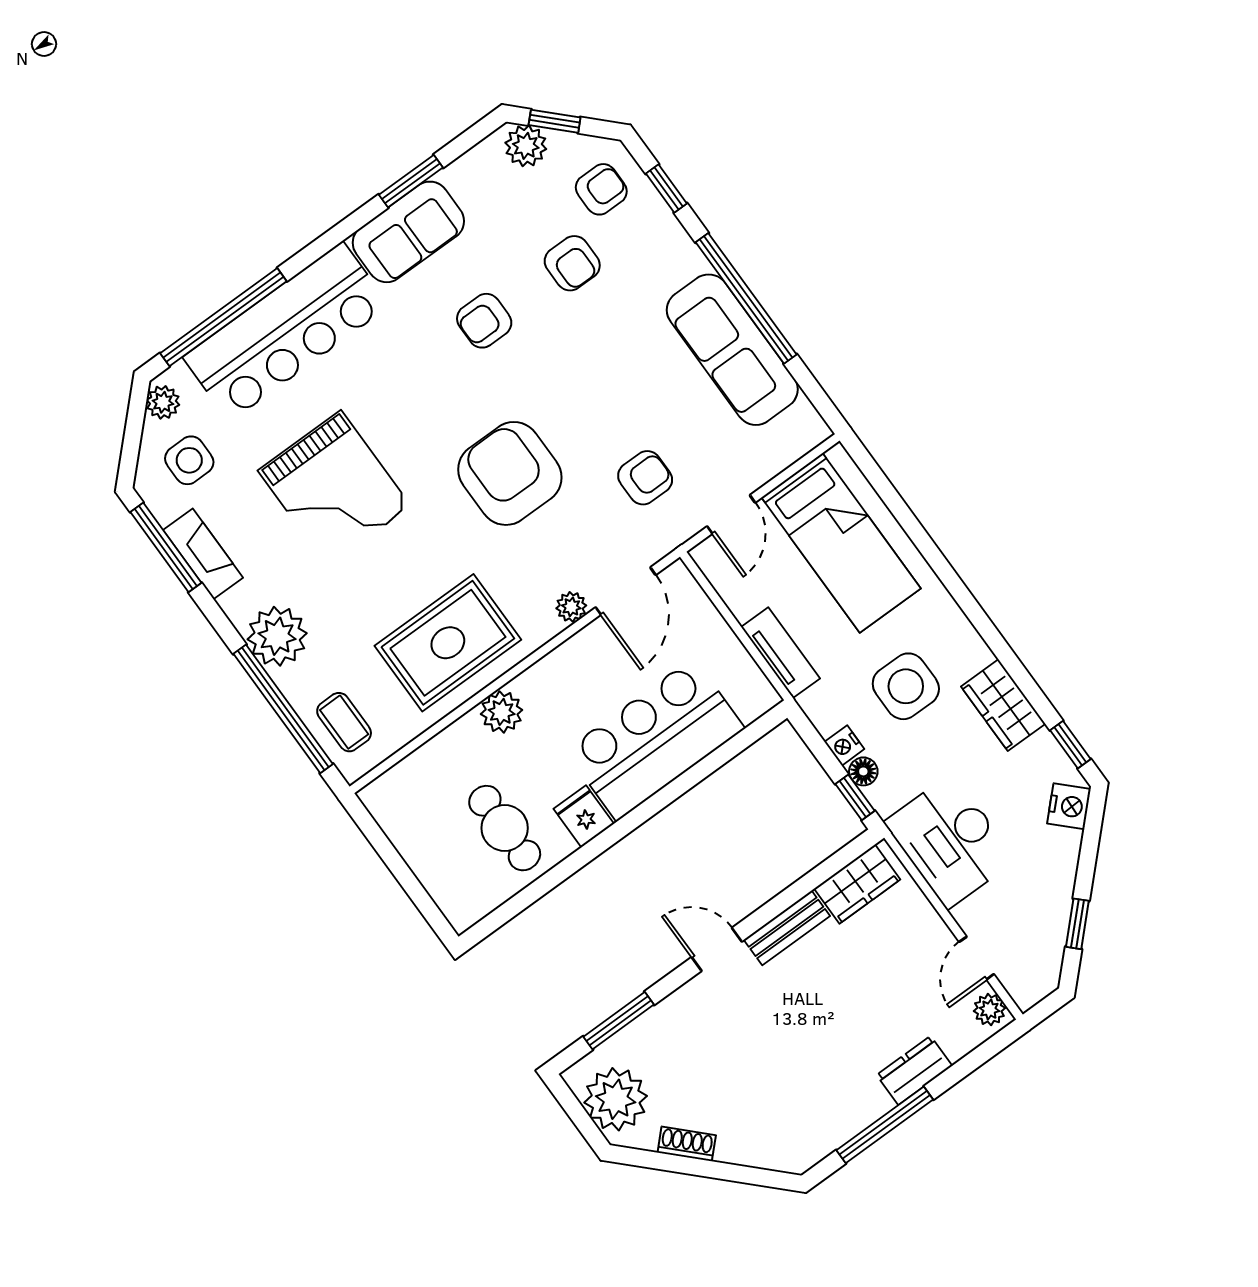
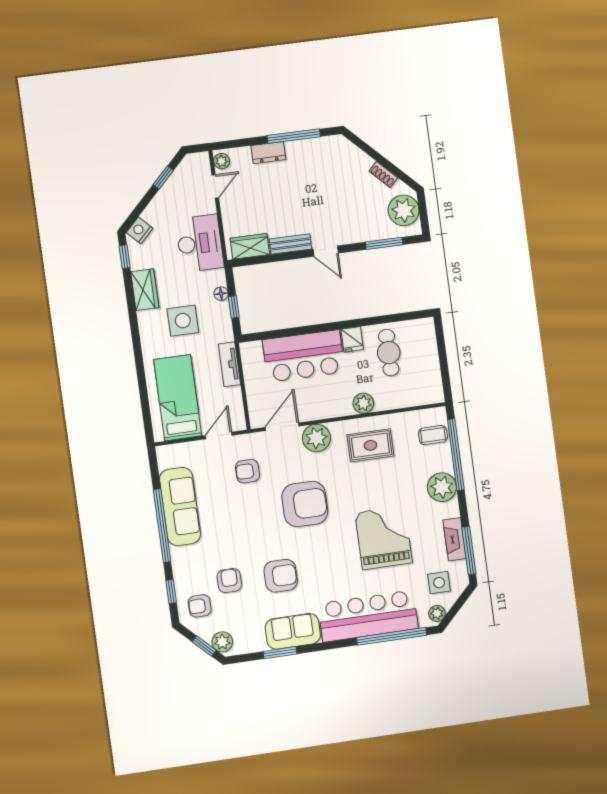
armchair: (484, 321) -> (281, 576), width x1.38, depth x1.38
armchair: (510, 473) -> (305, 504), turned -90
plant: (571, 607) -> (316, 438), width x1.88, depth x1.88
rug: (448, 643) -> (370, 445), width x0.73, depth x0.70
coffee table: (344, 722) -> (433, 435), turned 90
nightstand: (844, 745) -> (223, 309), removed
window: (855, 797) -> (234, 307), moved

